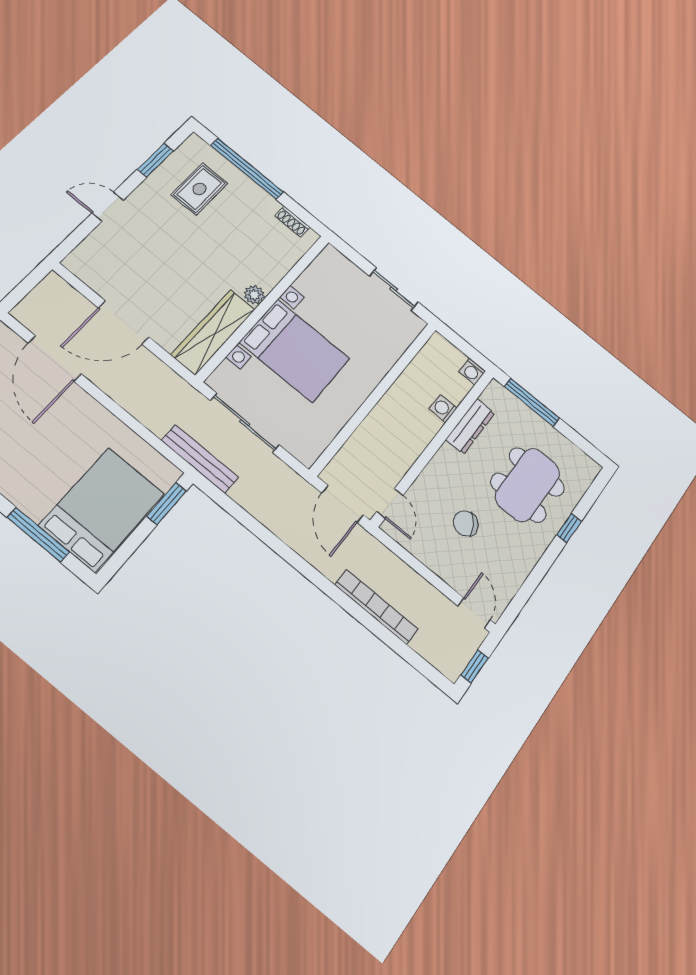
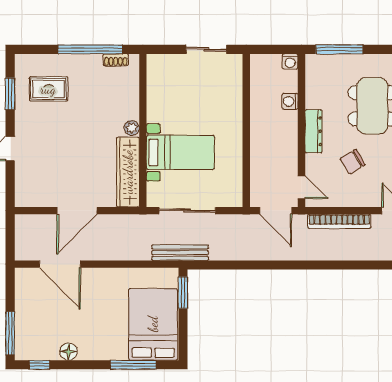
window: (247, 169) -> (90, 49), moved
rug: (199, 189) -> (48, 89), turned 90
bed with nightstands: (295, 351) -> (180, 152), width x0.73
dresser: (470, 426) -> (314, 131), moved
bookcase: (376, 607) -> (339, 221), moved, turned 180

